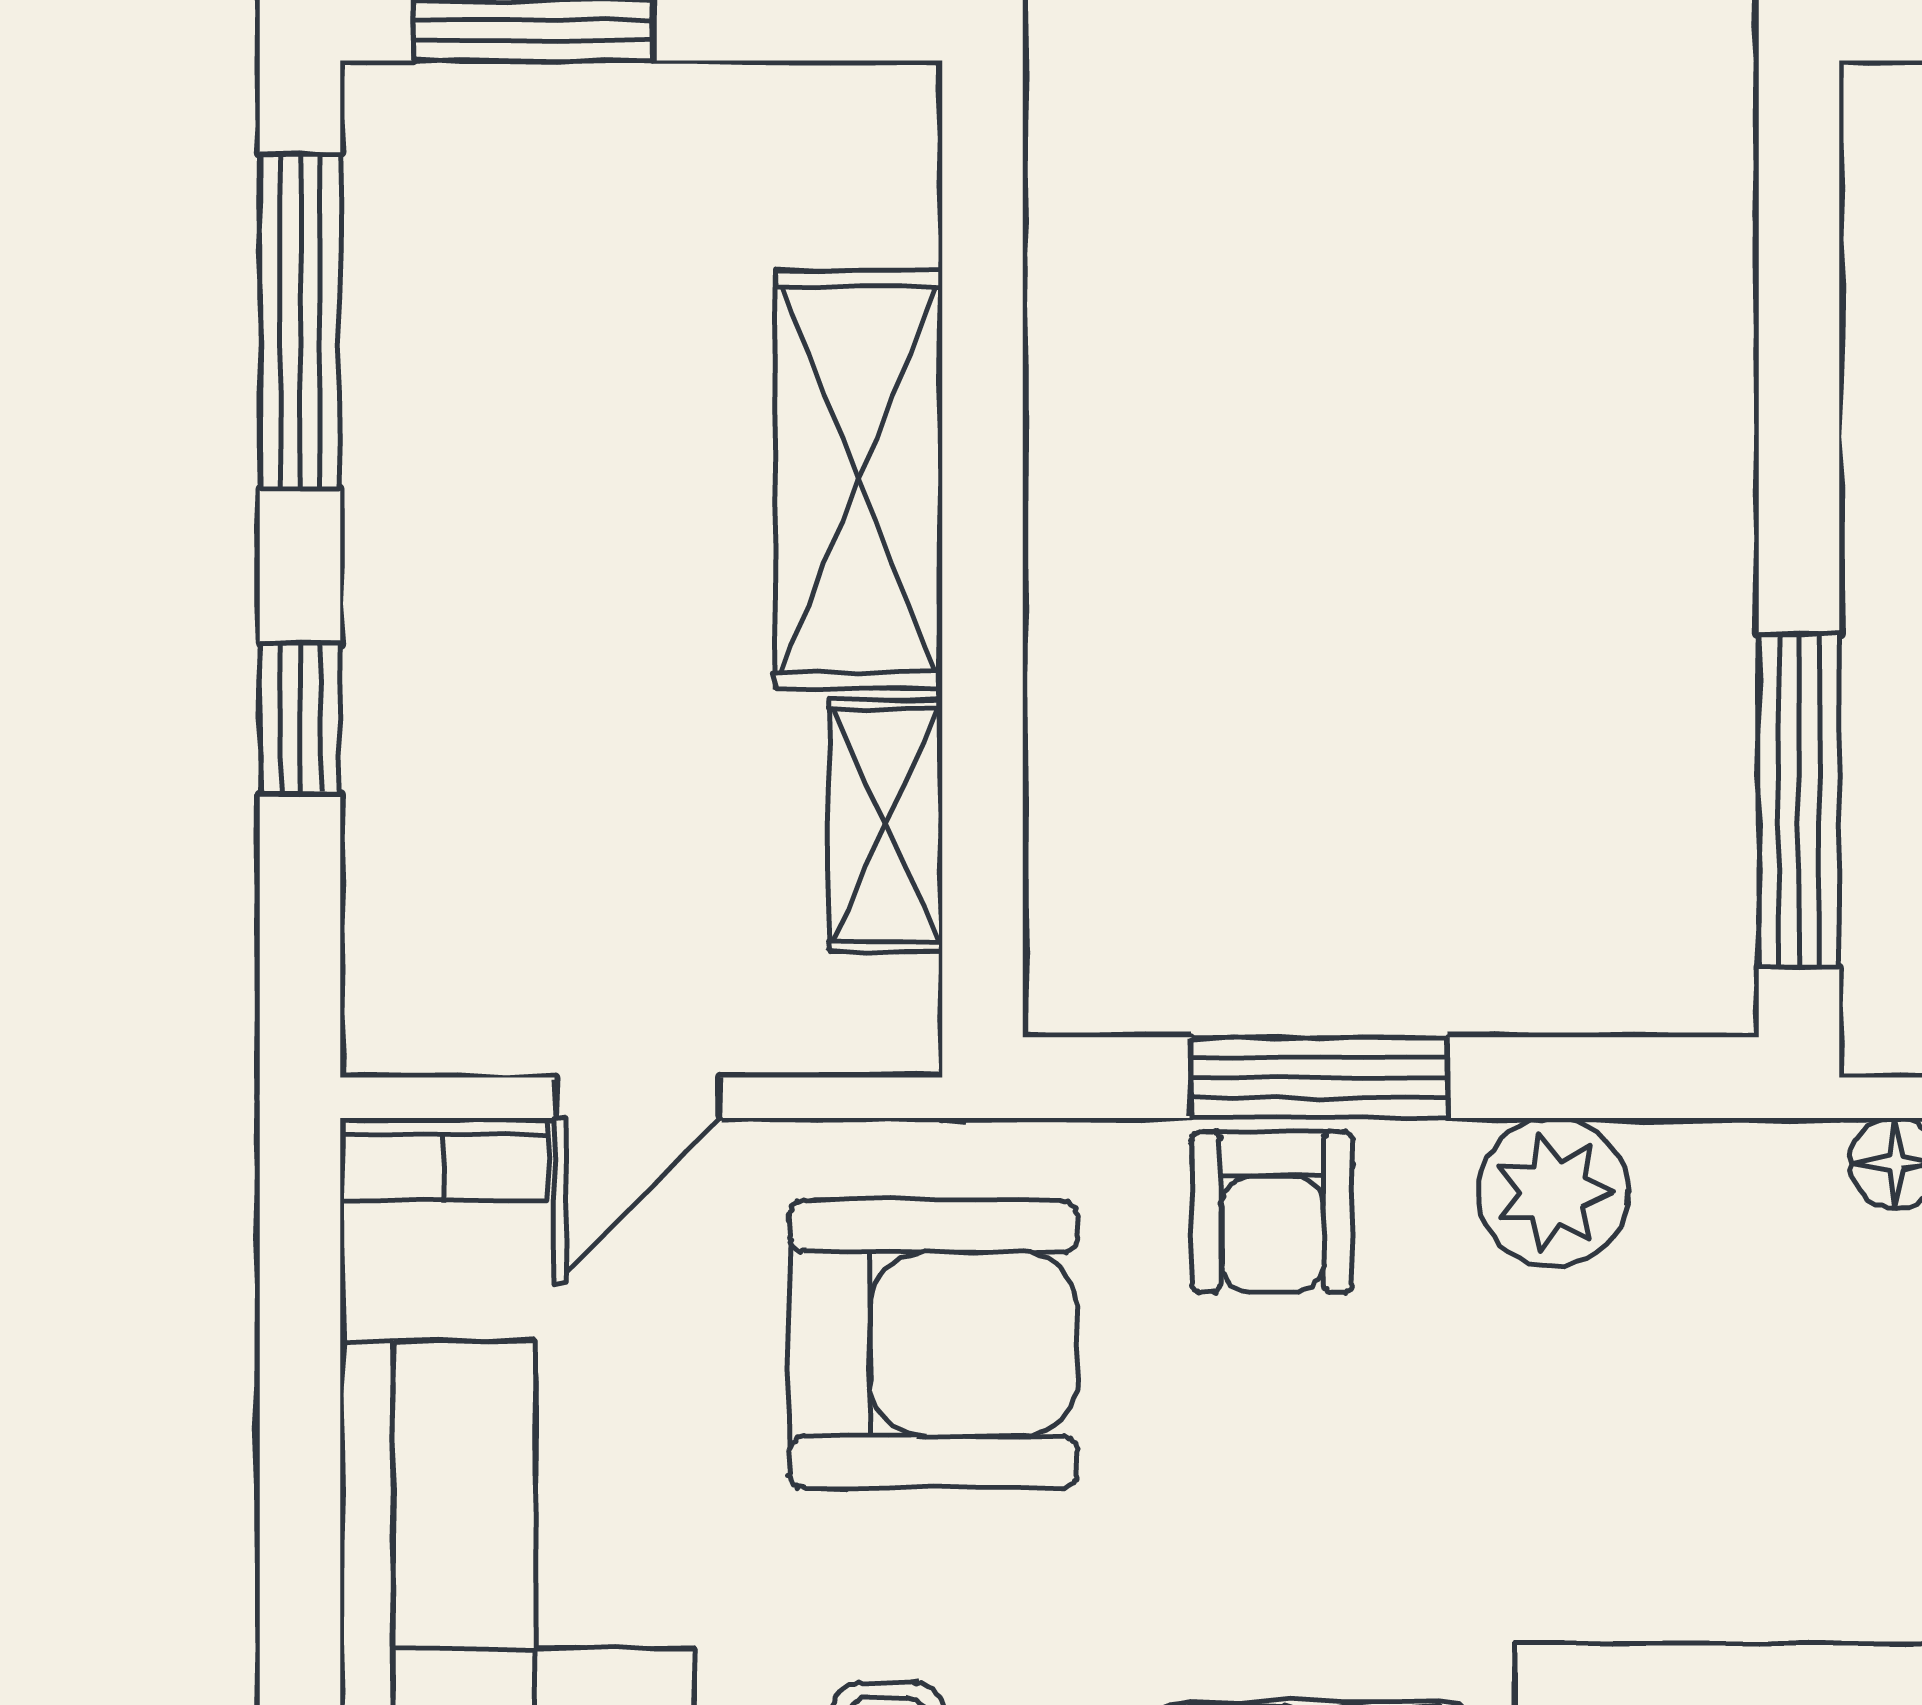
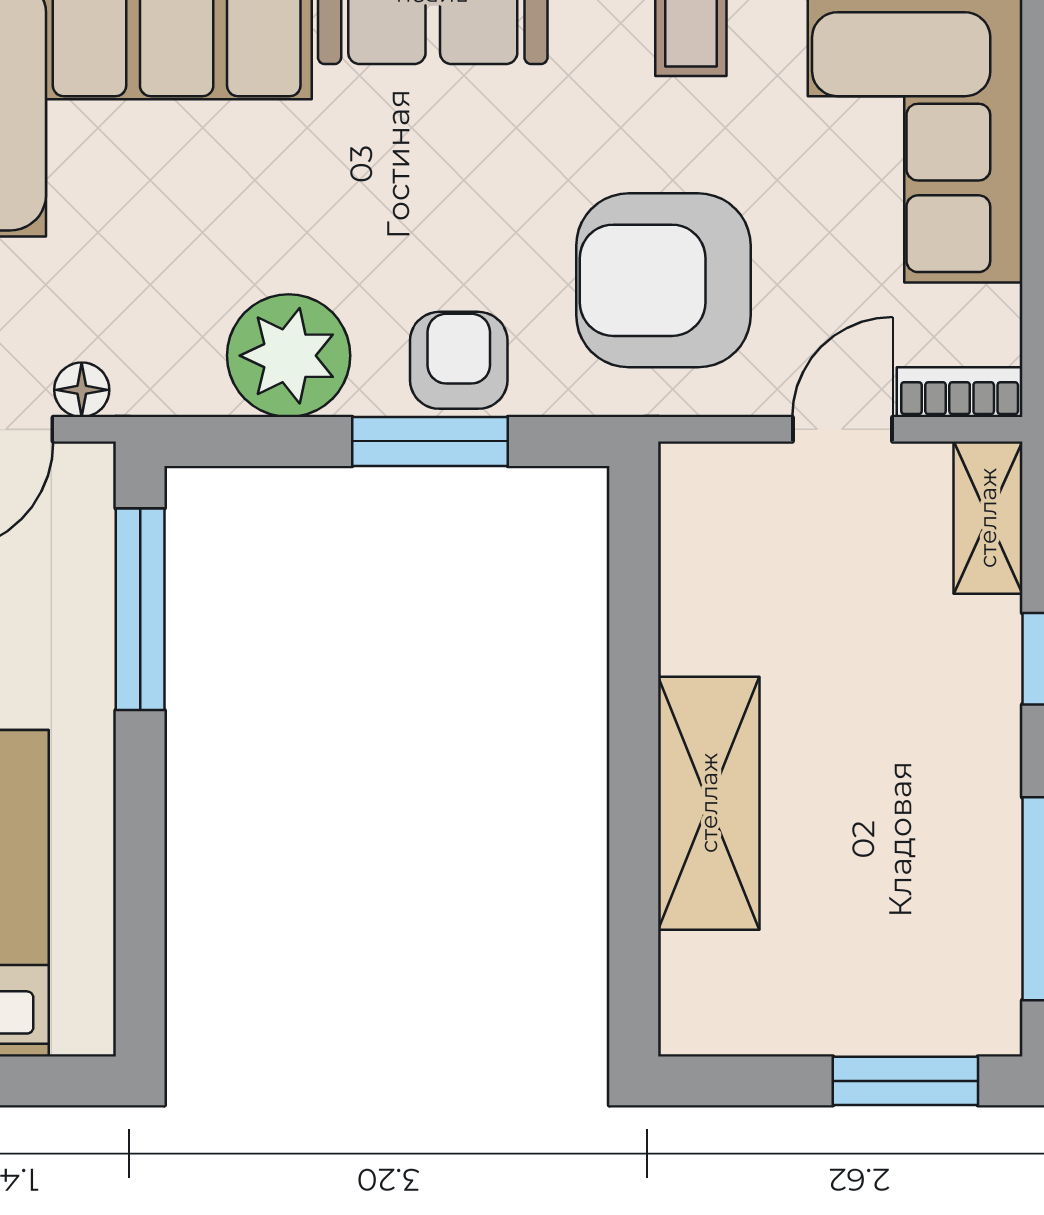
shelving: (886, 826) -> (988, 518), moved
plant: (1553, 1192) -> (289, 356), width x1.36, depth x1.36

